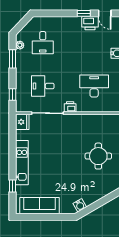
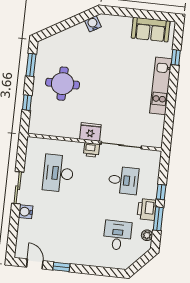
printer: (90, 23) -> (147, 209), moved, turned -90
desk: (94, 86) -> (58, 173), turned 90
window: (12, 94) -> (161, 192), moved
fridge: (22, 122) -> (90, 132), moved, turned 90
sofa: (39, 206) -> (151, 30), width x0.73

